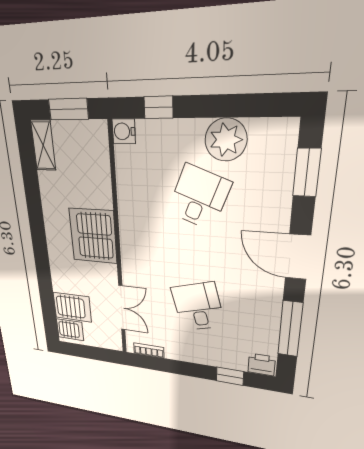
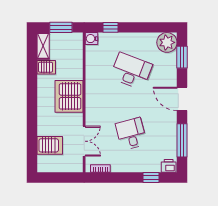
plant: (226, 140) -> (167, 42), moved
desk: (199, 197) -> (131, 71), width x1.37
server rack: (70, 330) -> (46, 67), moved

